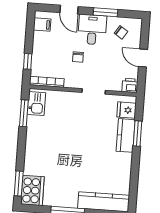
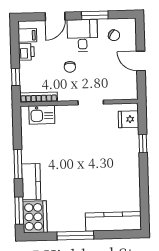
door: (69, 10) -> (55, 16), hinge flipped
printer: (130, 85) -> (26, 52), moved, turned 90
kitchen sink: (36, 104) -> (42, 115), moved, turned 90
window: (24, 113) -> (18, 164), moved
window: (137, 133) -> (143, 143), width x0.67
kitchen counter: (126, 135) -> (31, 182), moved, turned 180

